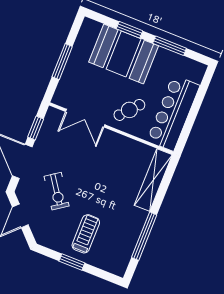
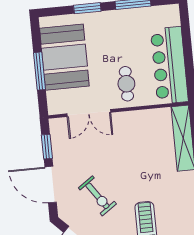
booth: (124, 54) -> (64, 57), moved, turned 90
cafe table: (129, 110) -> (126, 84), turned -41

